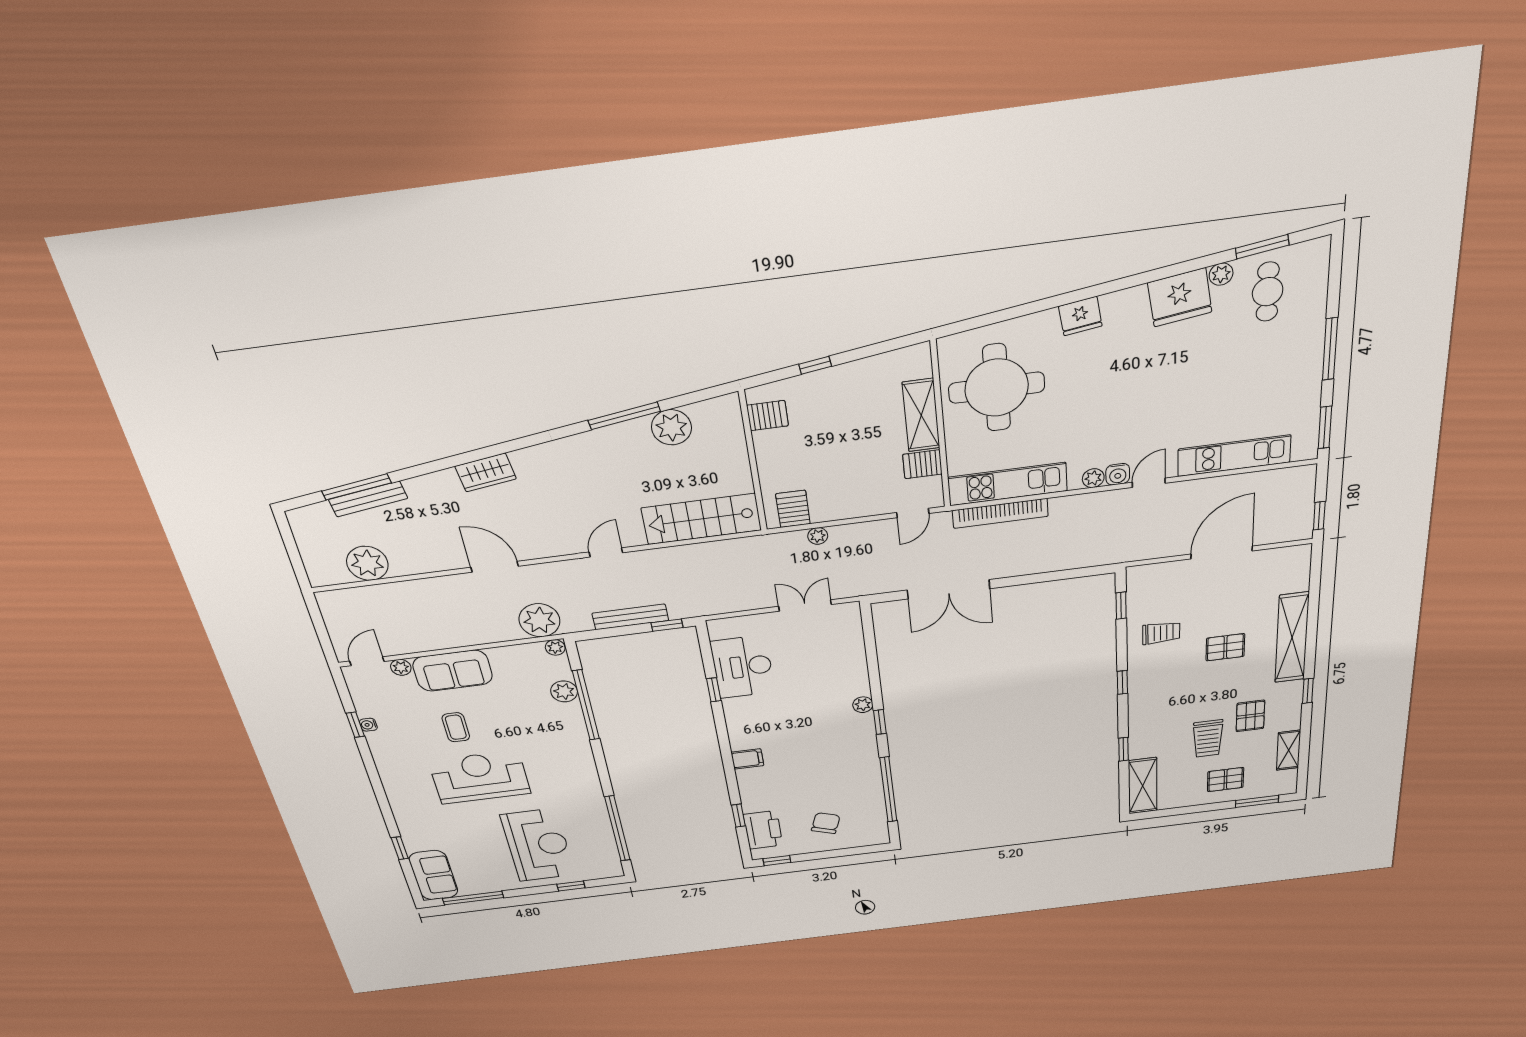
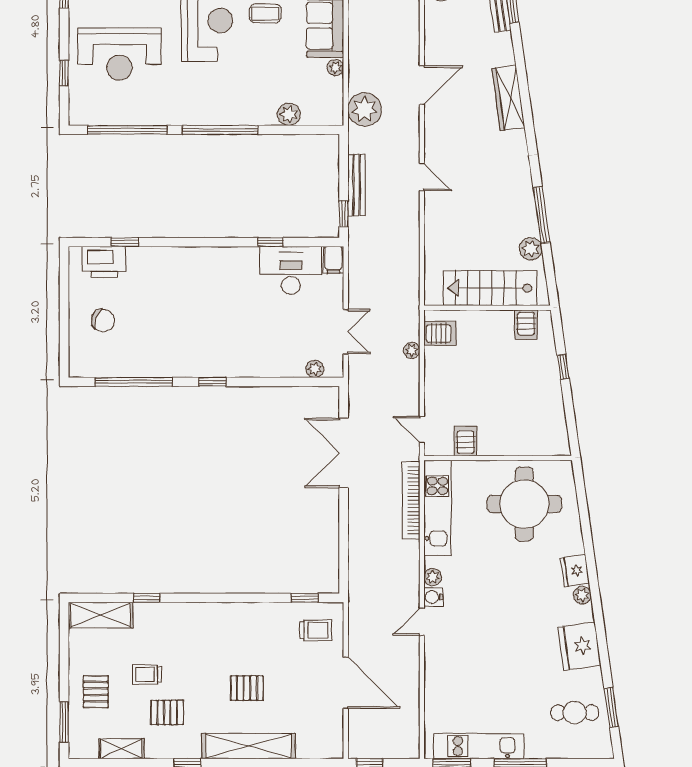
plant: (1221, 274) -> (582, 595), moved
shelving: (921, 415) -> (509, 444), removed
plant: (671, 427) -> (531, 249), width x0.73, depth x0.73
kitchen unit: (1234, 456) -> (479, 746), moved, turned -90
wardrobe: (486, 472) -> (508, 98), width x1.50
door: (1149, 483) -> (422, 622), swing flipped
stairs: (701, 519) -> (490, 288), moved, turned -90
trolley: (1161, 633) -> (316, 630), moved, turned -90
plant: (555, 647) -> (335, 68), moved
pallet: (1225, 647) -> (247, 688), turned 90
window: (1122, 682) -> (223, 598), removed
window: (586, 705) -> (220, 130), moved
plant: (863, 705) -> (315, 369), moved
trolley: (1208, 739) -> (147, 675), width x0.73, depth x0.72
filing cabinet: (747, 759) -> (333, 260), moved
window: (777, 861) -> (64, 270), removed

